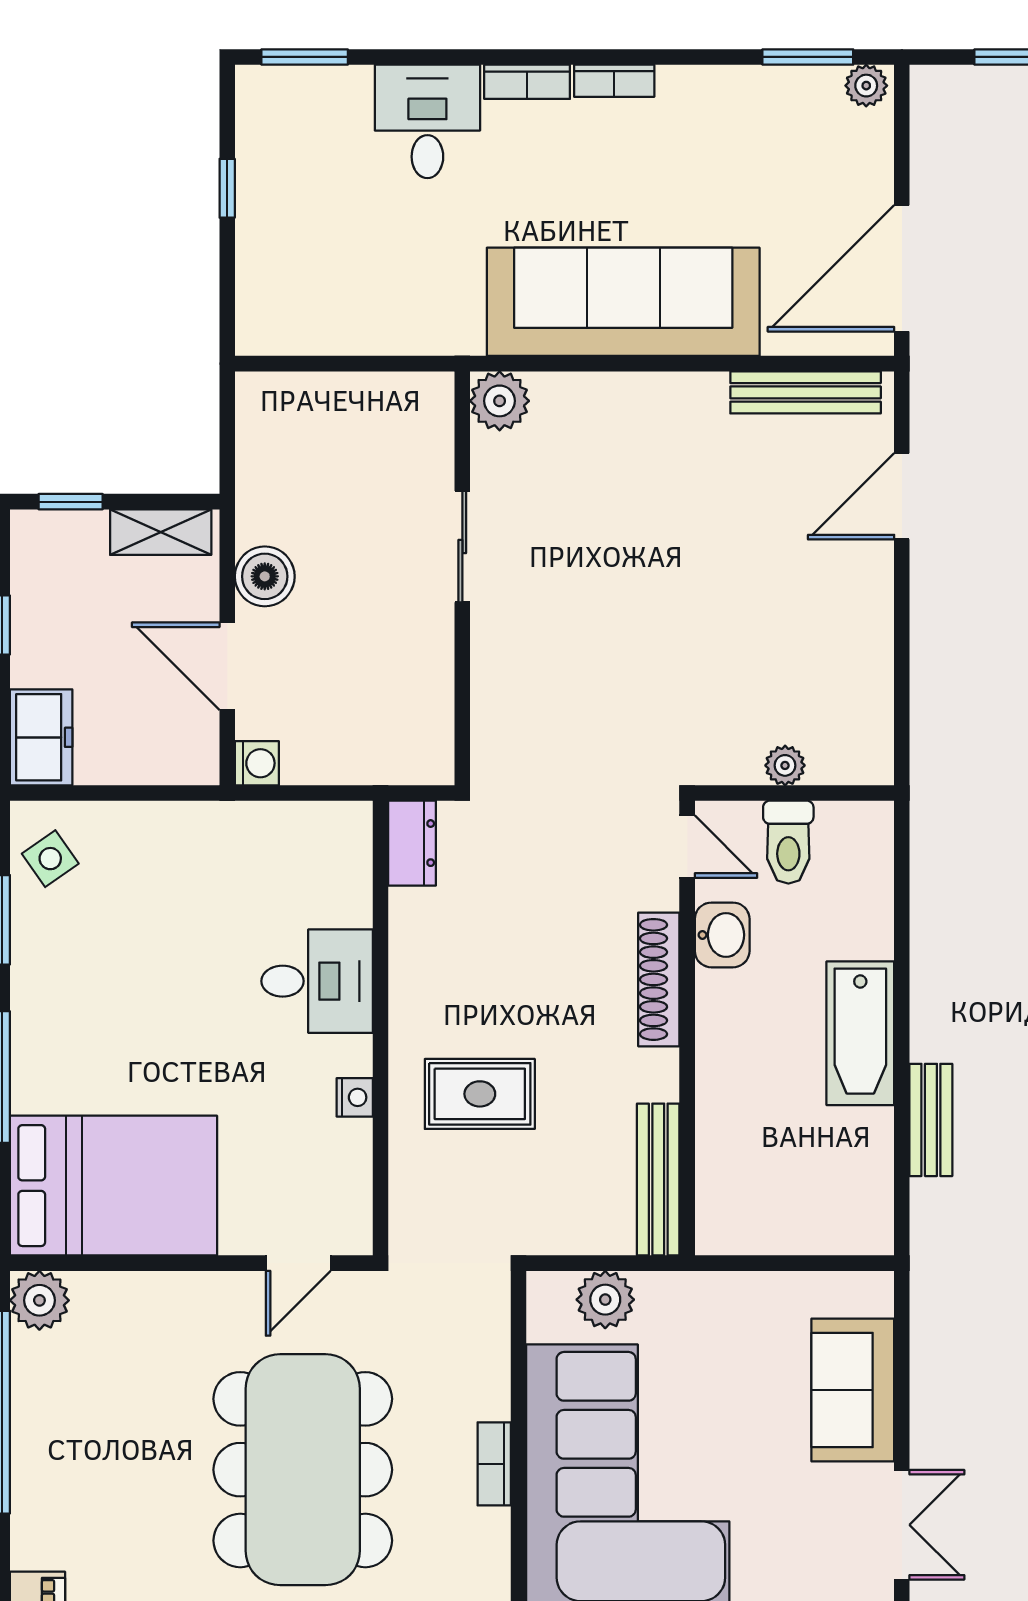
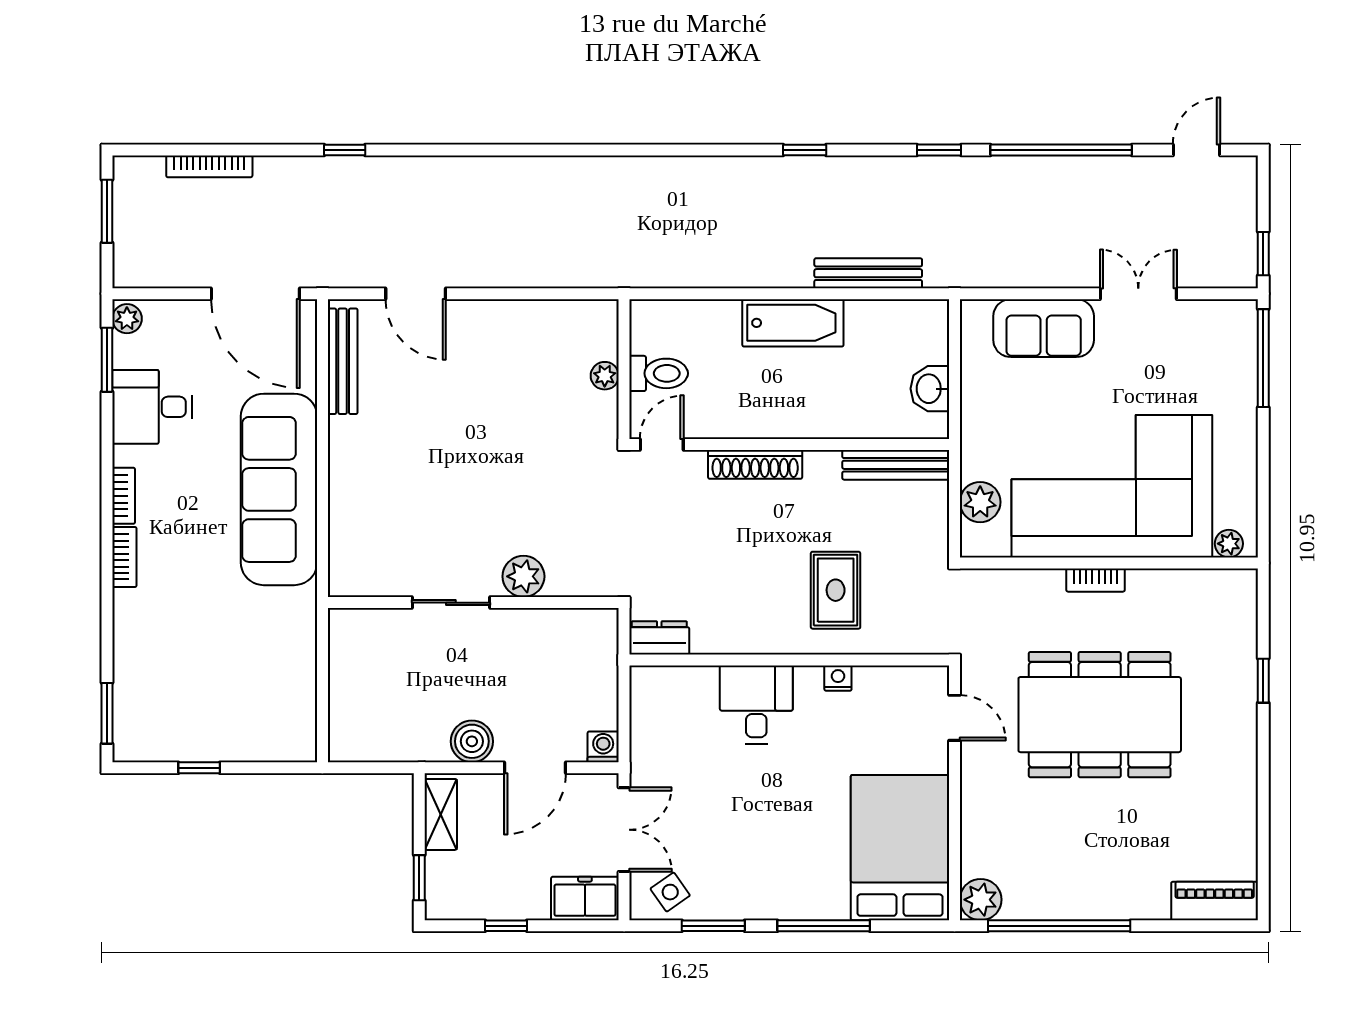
desk: (427, 121) -> (152, 407), moved
plant: (500, 401) -> (523, 576), moved
double door: (139, 793) -> (624, 830), added
washbasin: (722, 935) -> (930, 389), moved, turned -90
bench: (931, 1120) -> (868, 273), width x1.36

